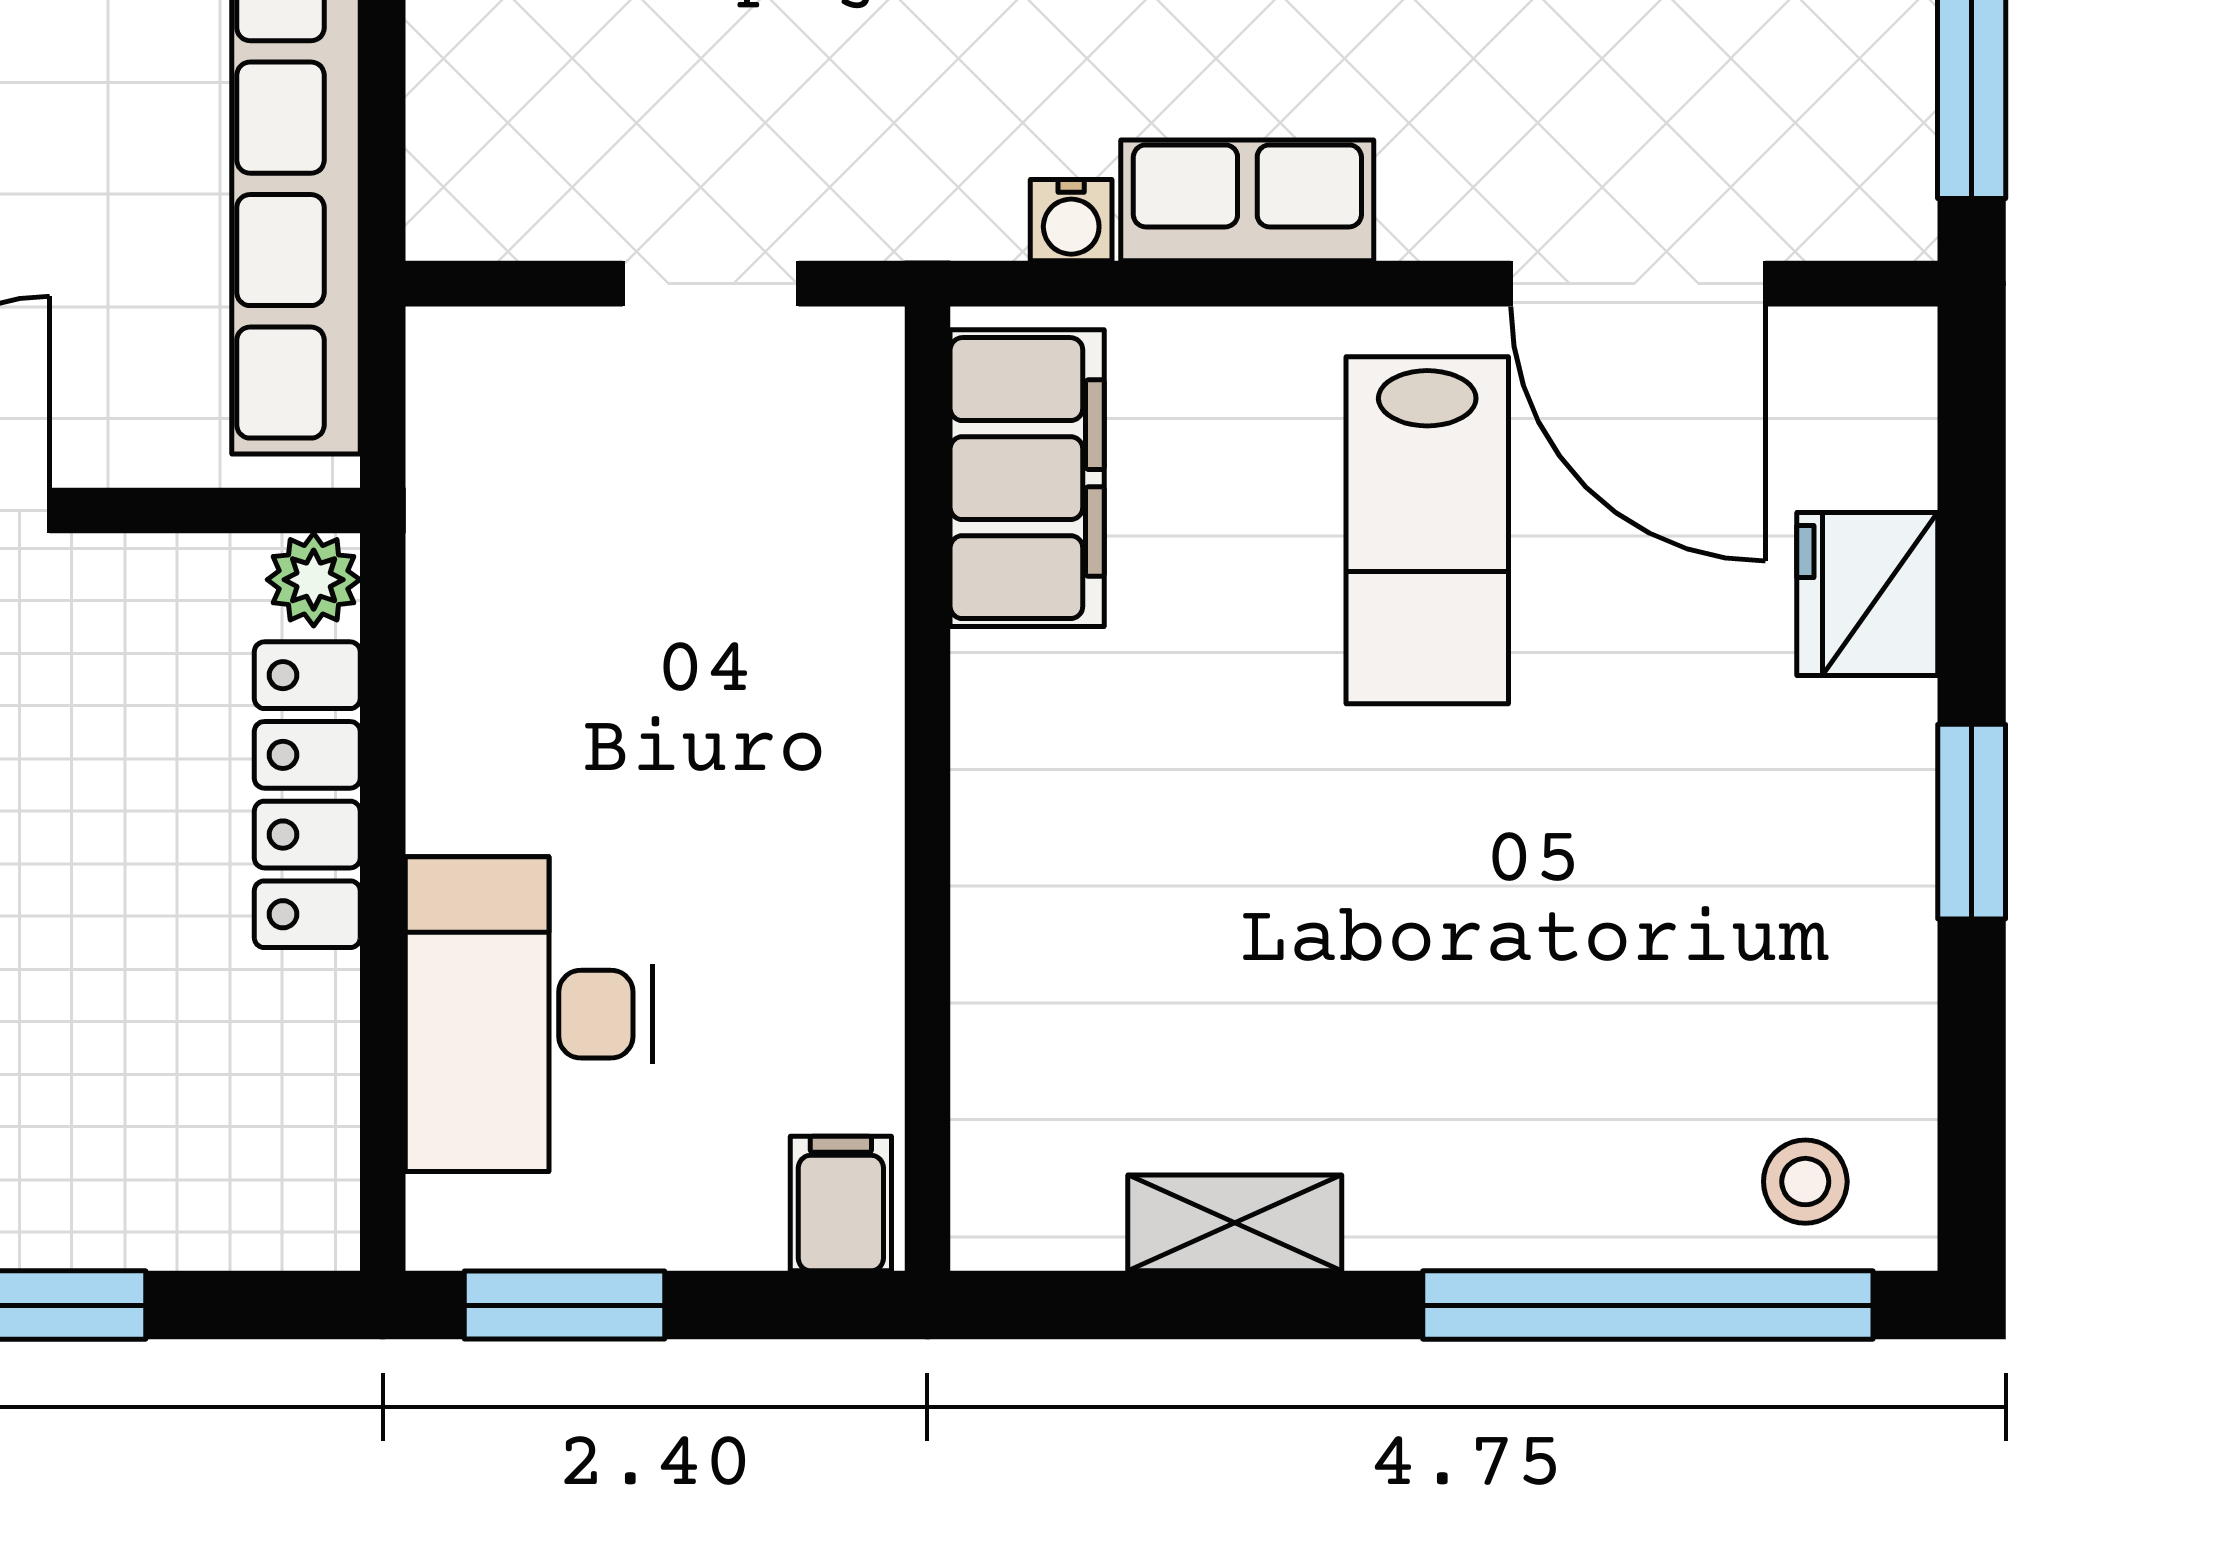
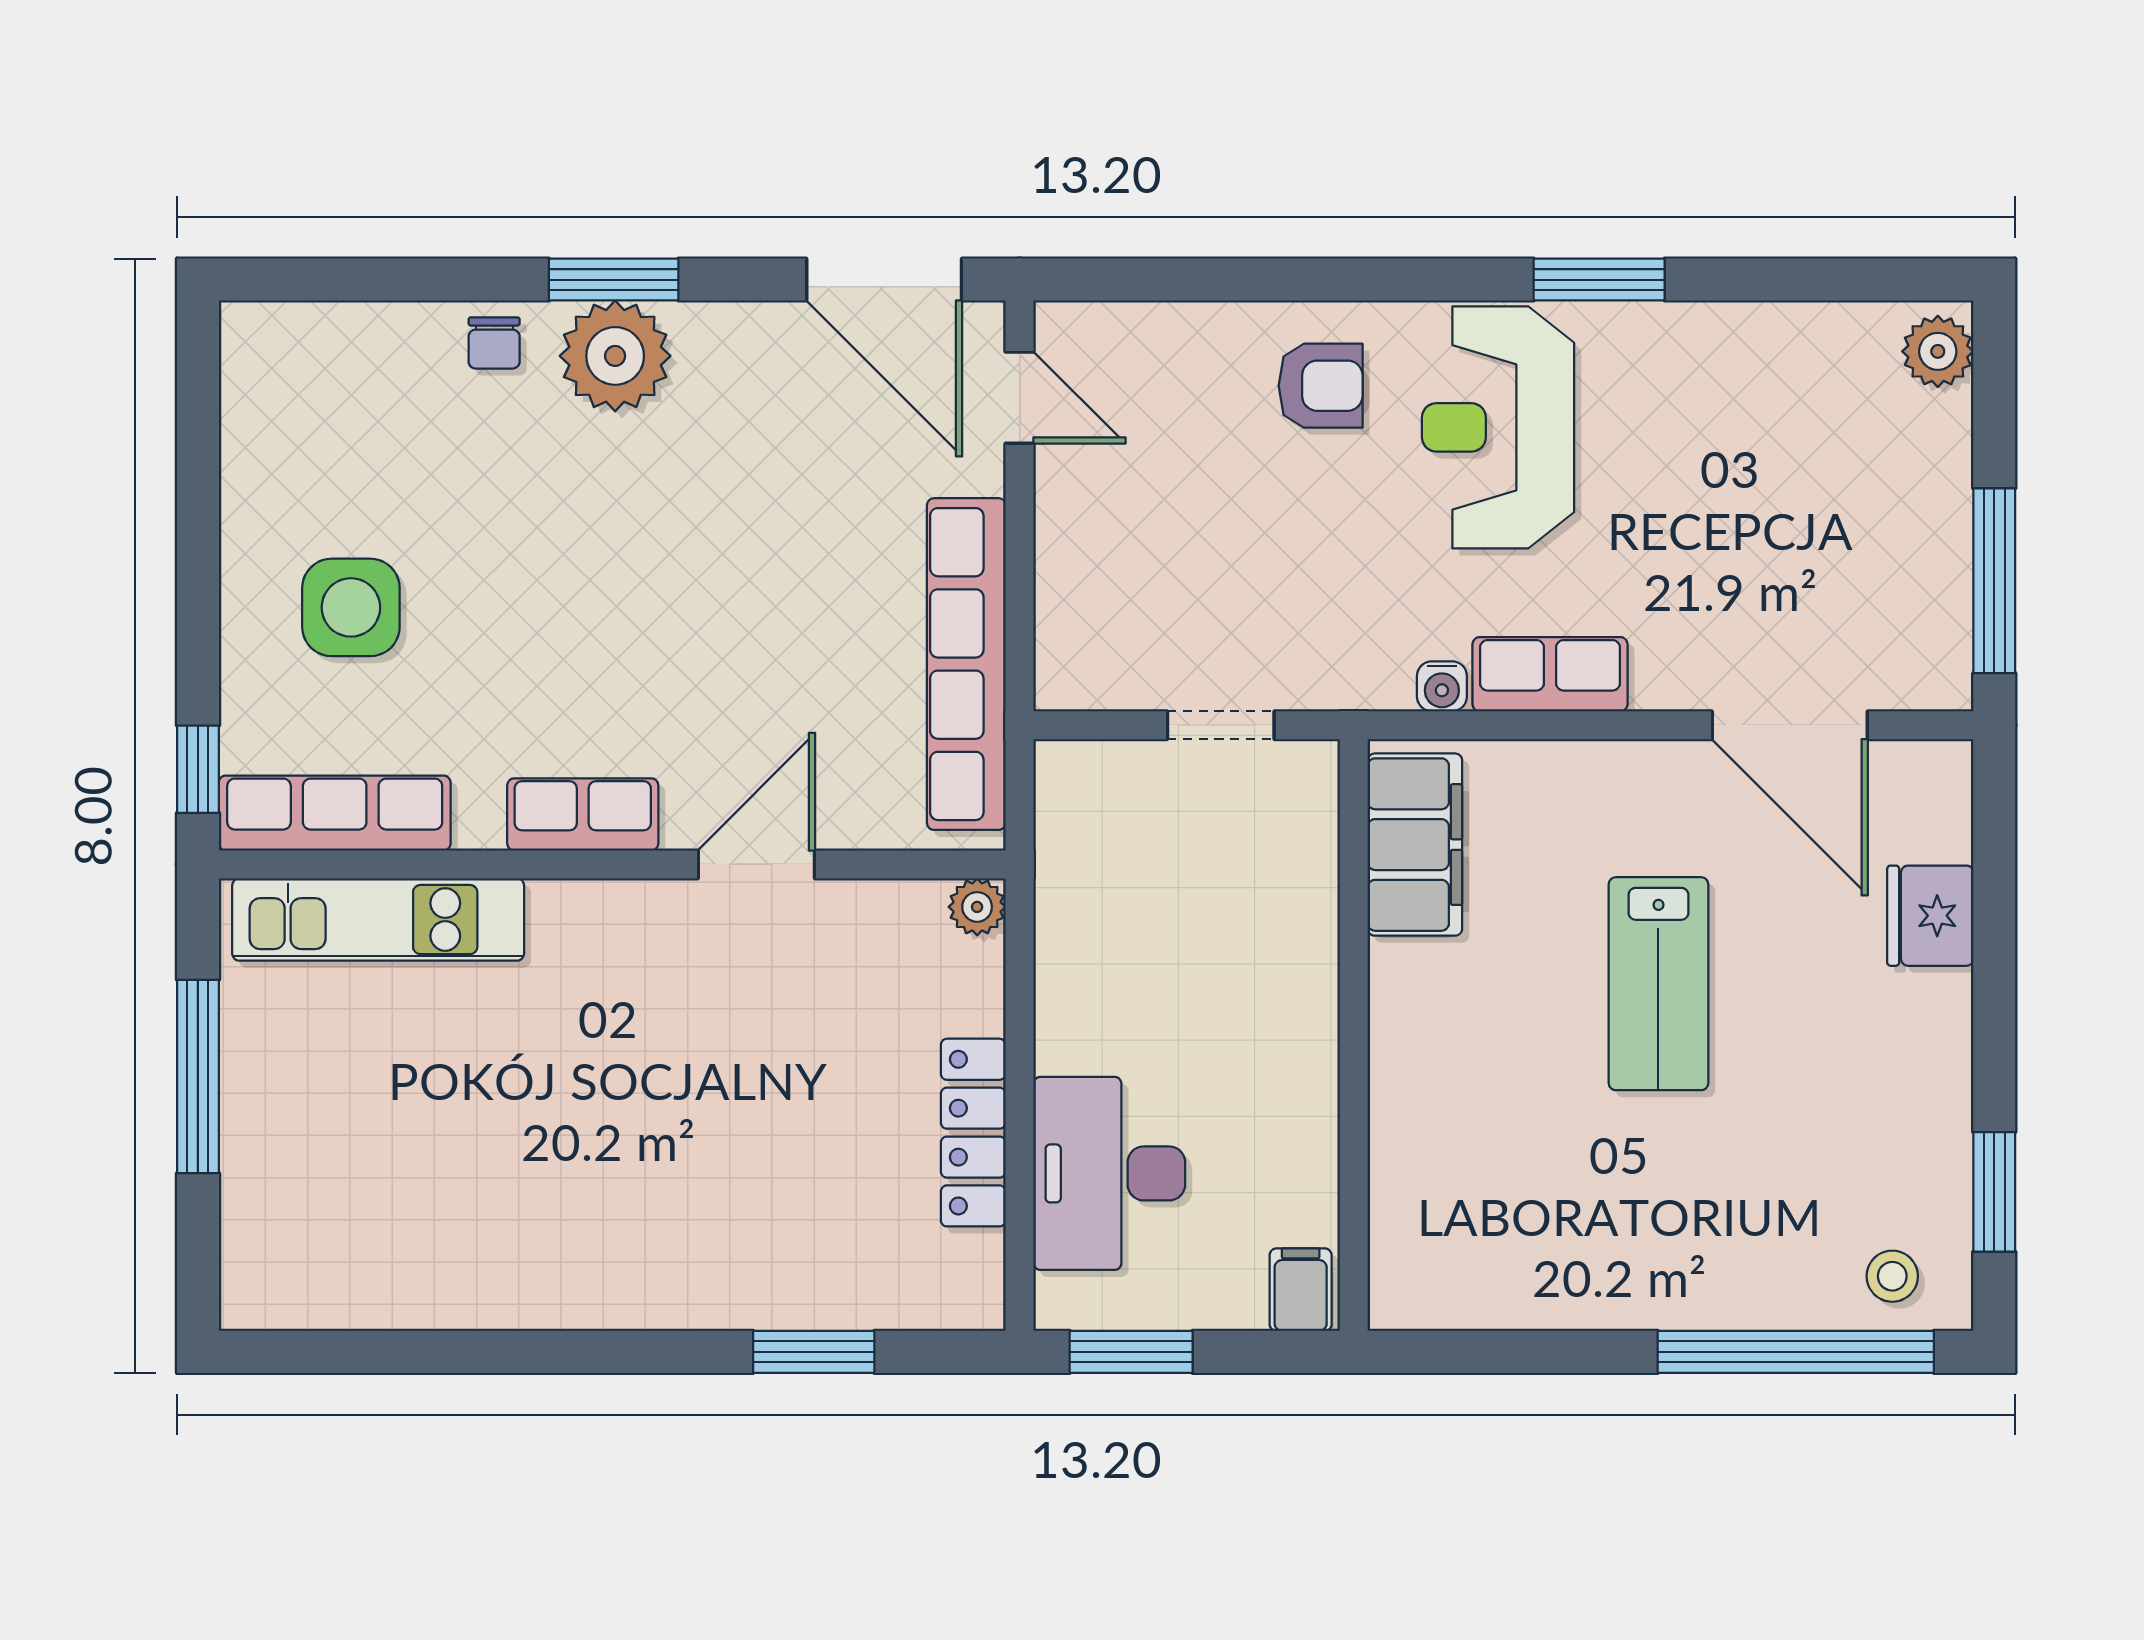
lab bench: (1427, 530) -> (1658, 984), moved
locker: (307, 795) -> (973, 1133), moved
window: (1972, 822) -> (1994, 1192), moved
shelving: (1235, 1223) -> (1542, 1301), removed

